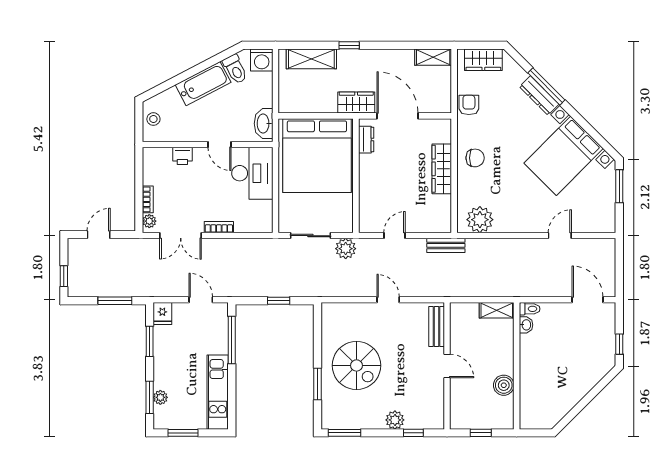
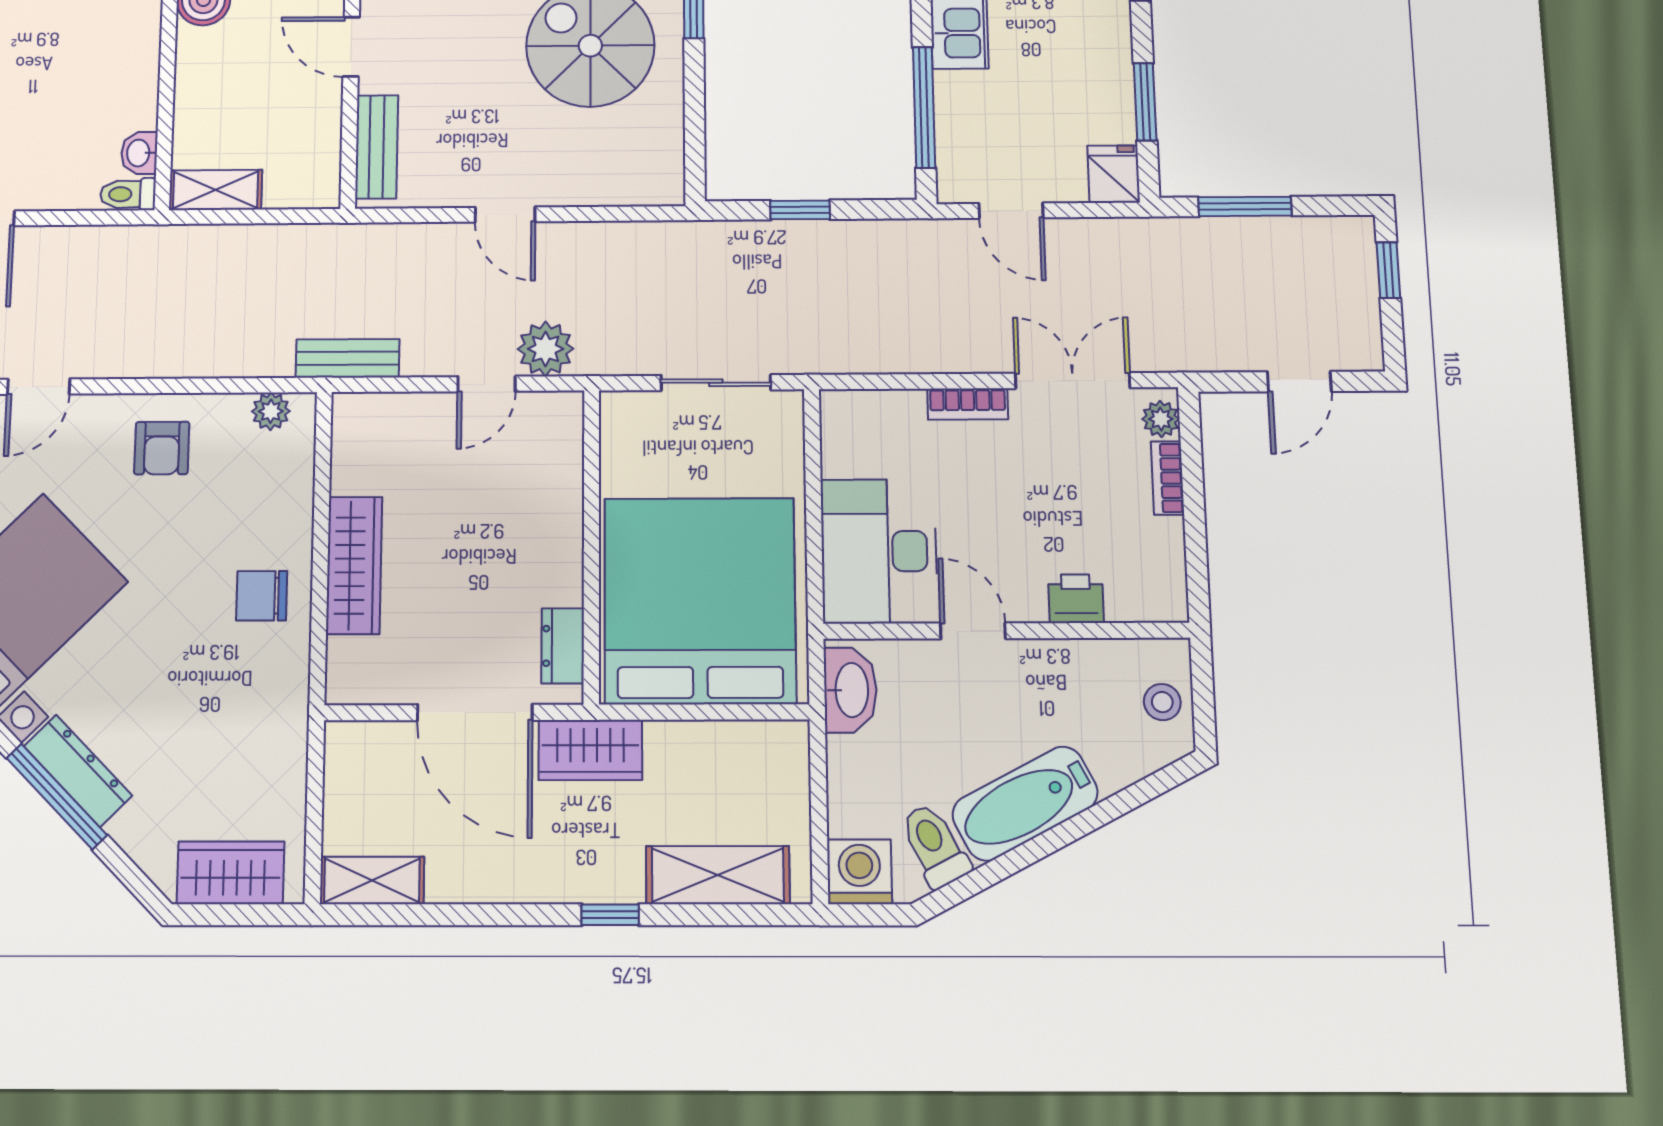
armchair: (469, 105) -> (162, 448), moved
plant: (480, 220) -> (271, 411), width x0.53, depth x0.53
plant: (346, 249) -> (546, 349), moved

